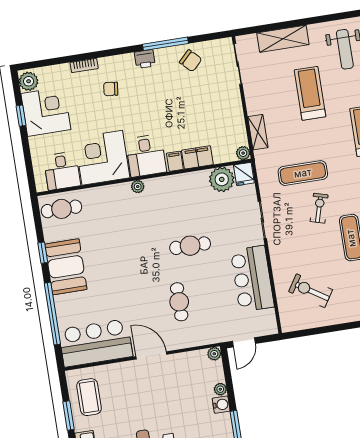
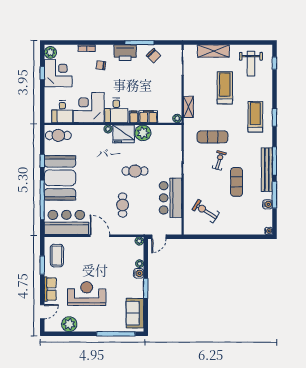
printer: (145, 59) -> (125, 53), width x1.87, depth x1.48
fridge: (244, 174) -> (124, 134), moved, width x1.88, depth x1.34
plant: (222, 179) -> (143, 133), moved
booth: (66, 267) -> (60, 178), width x1.36, depth x1.42

